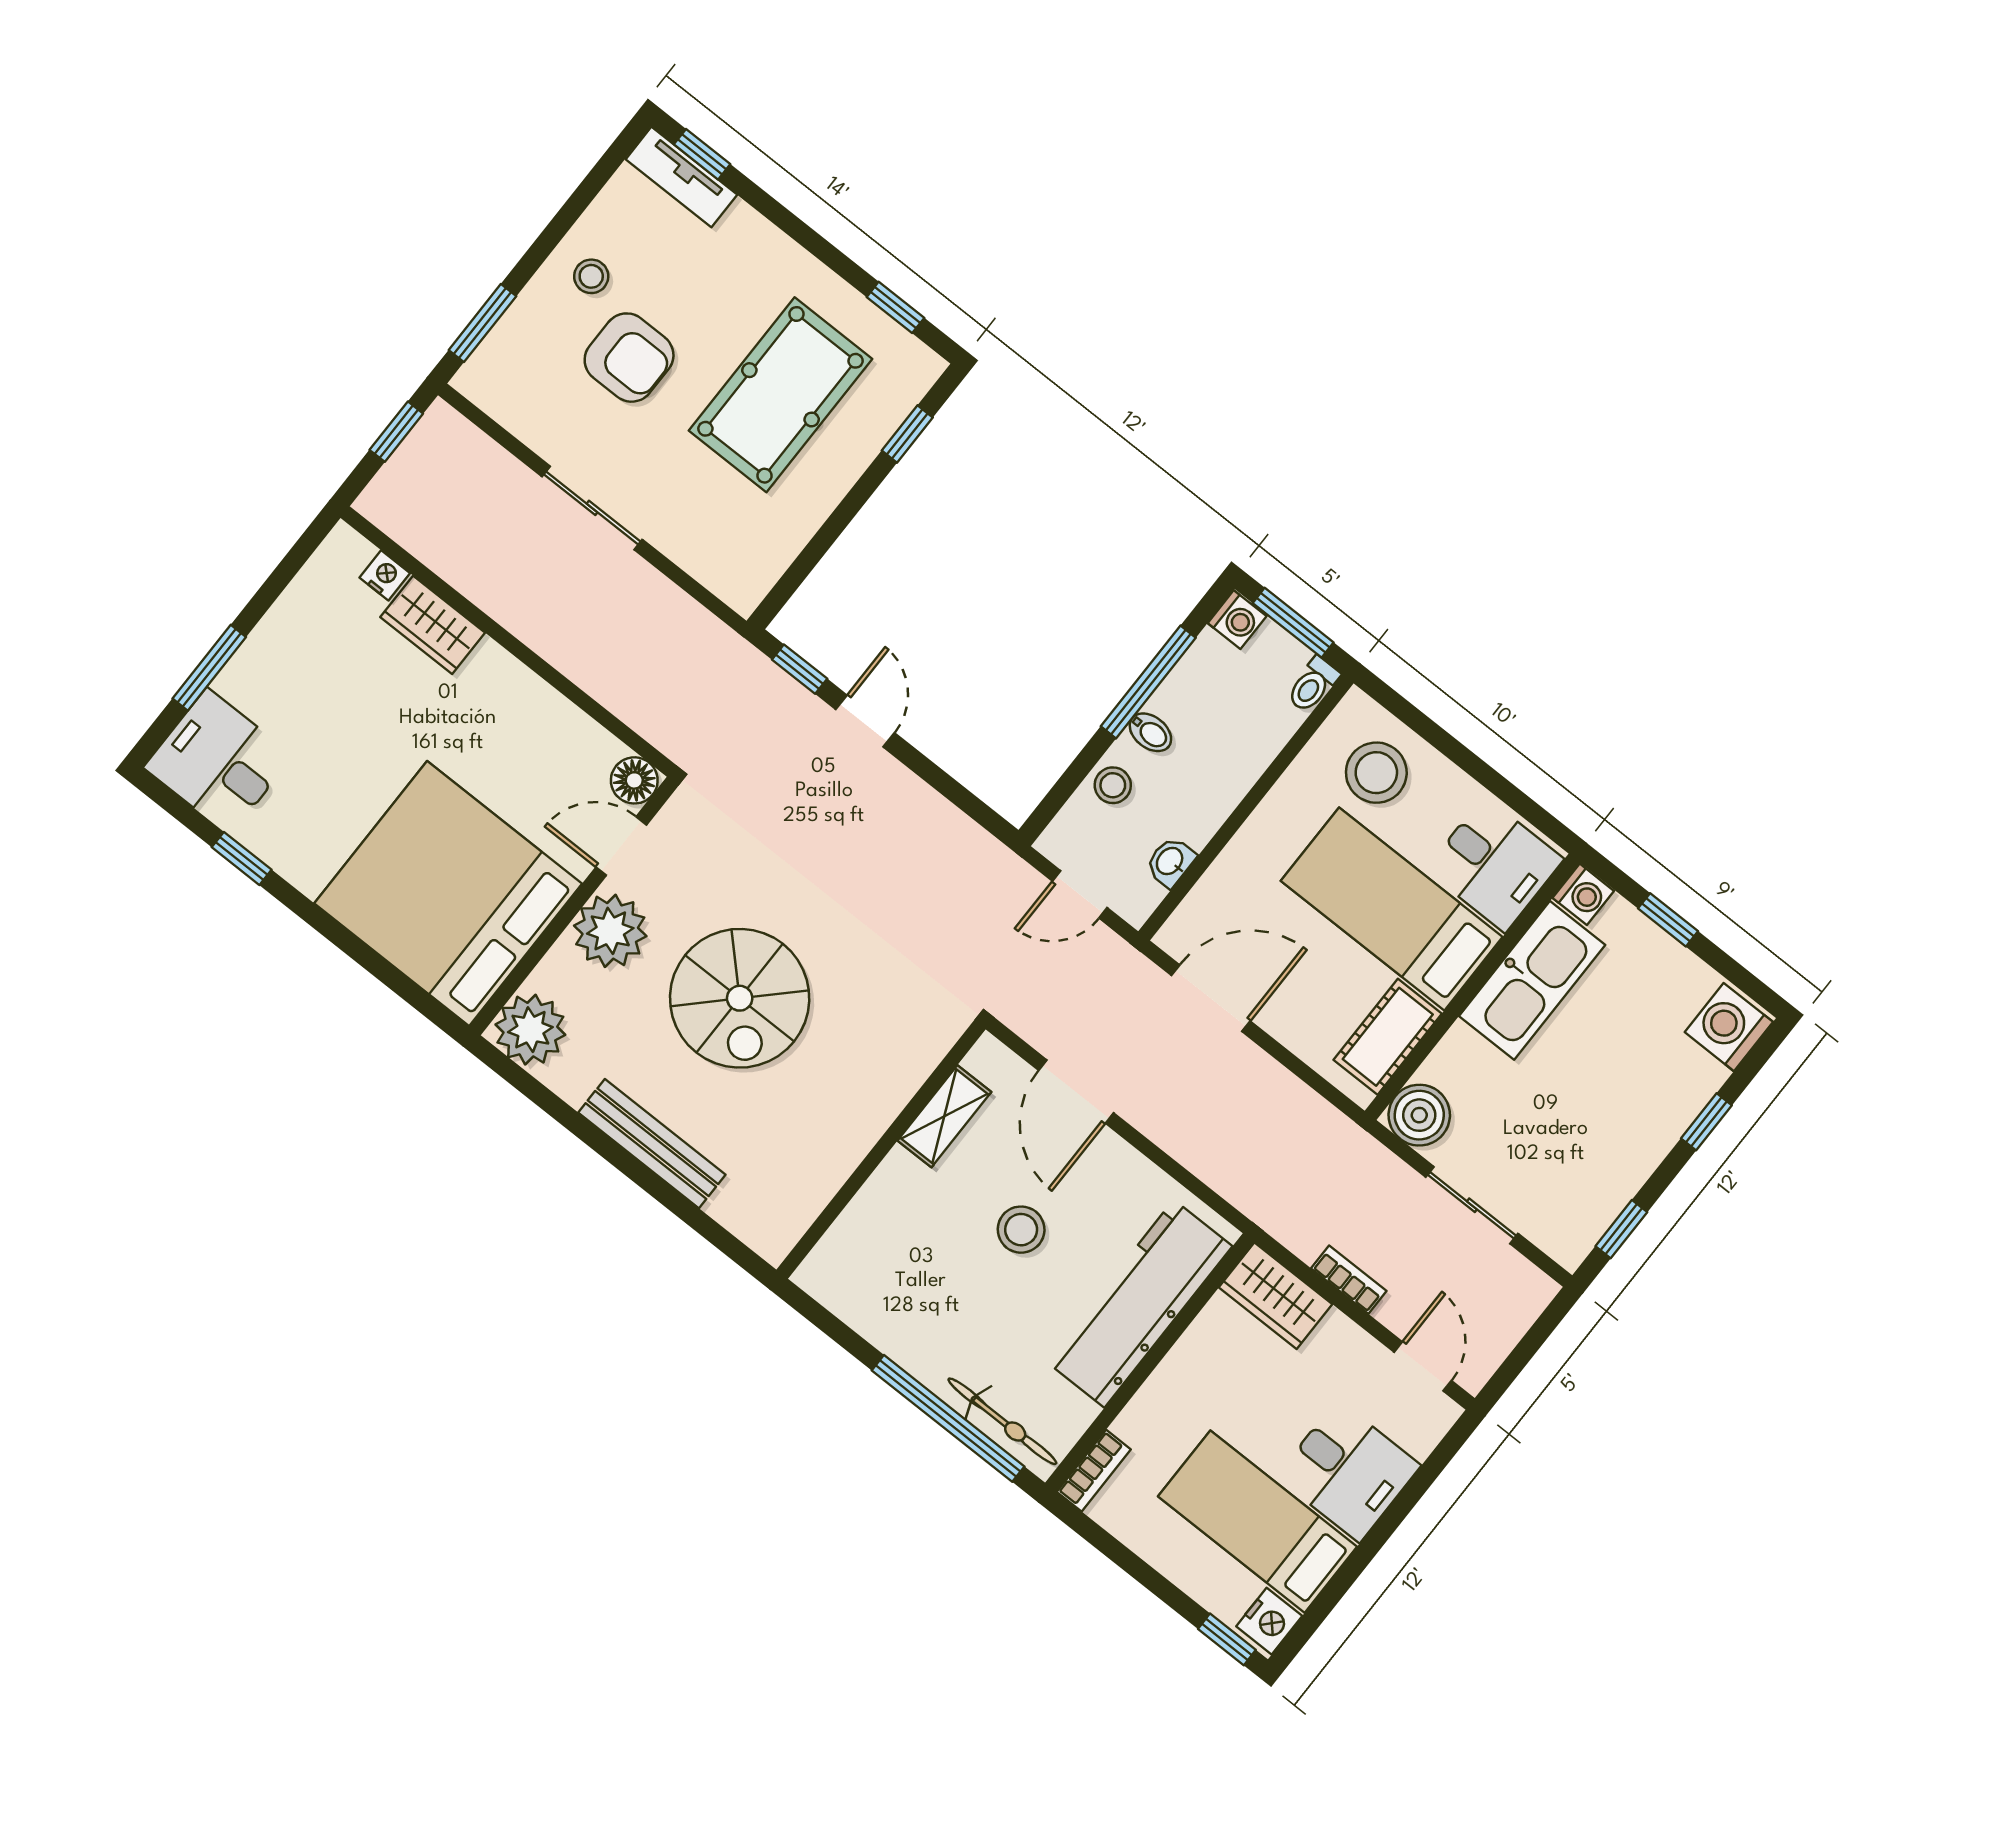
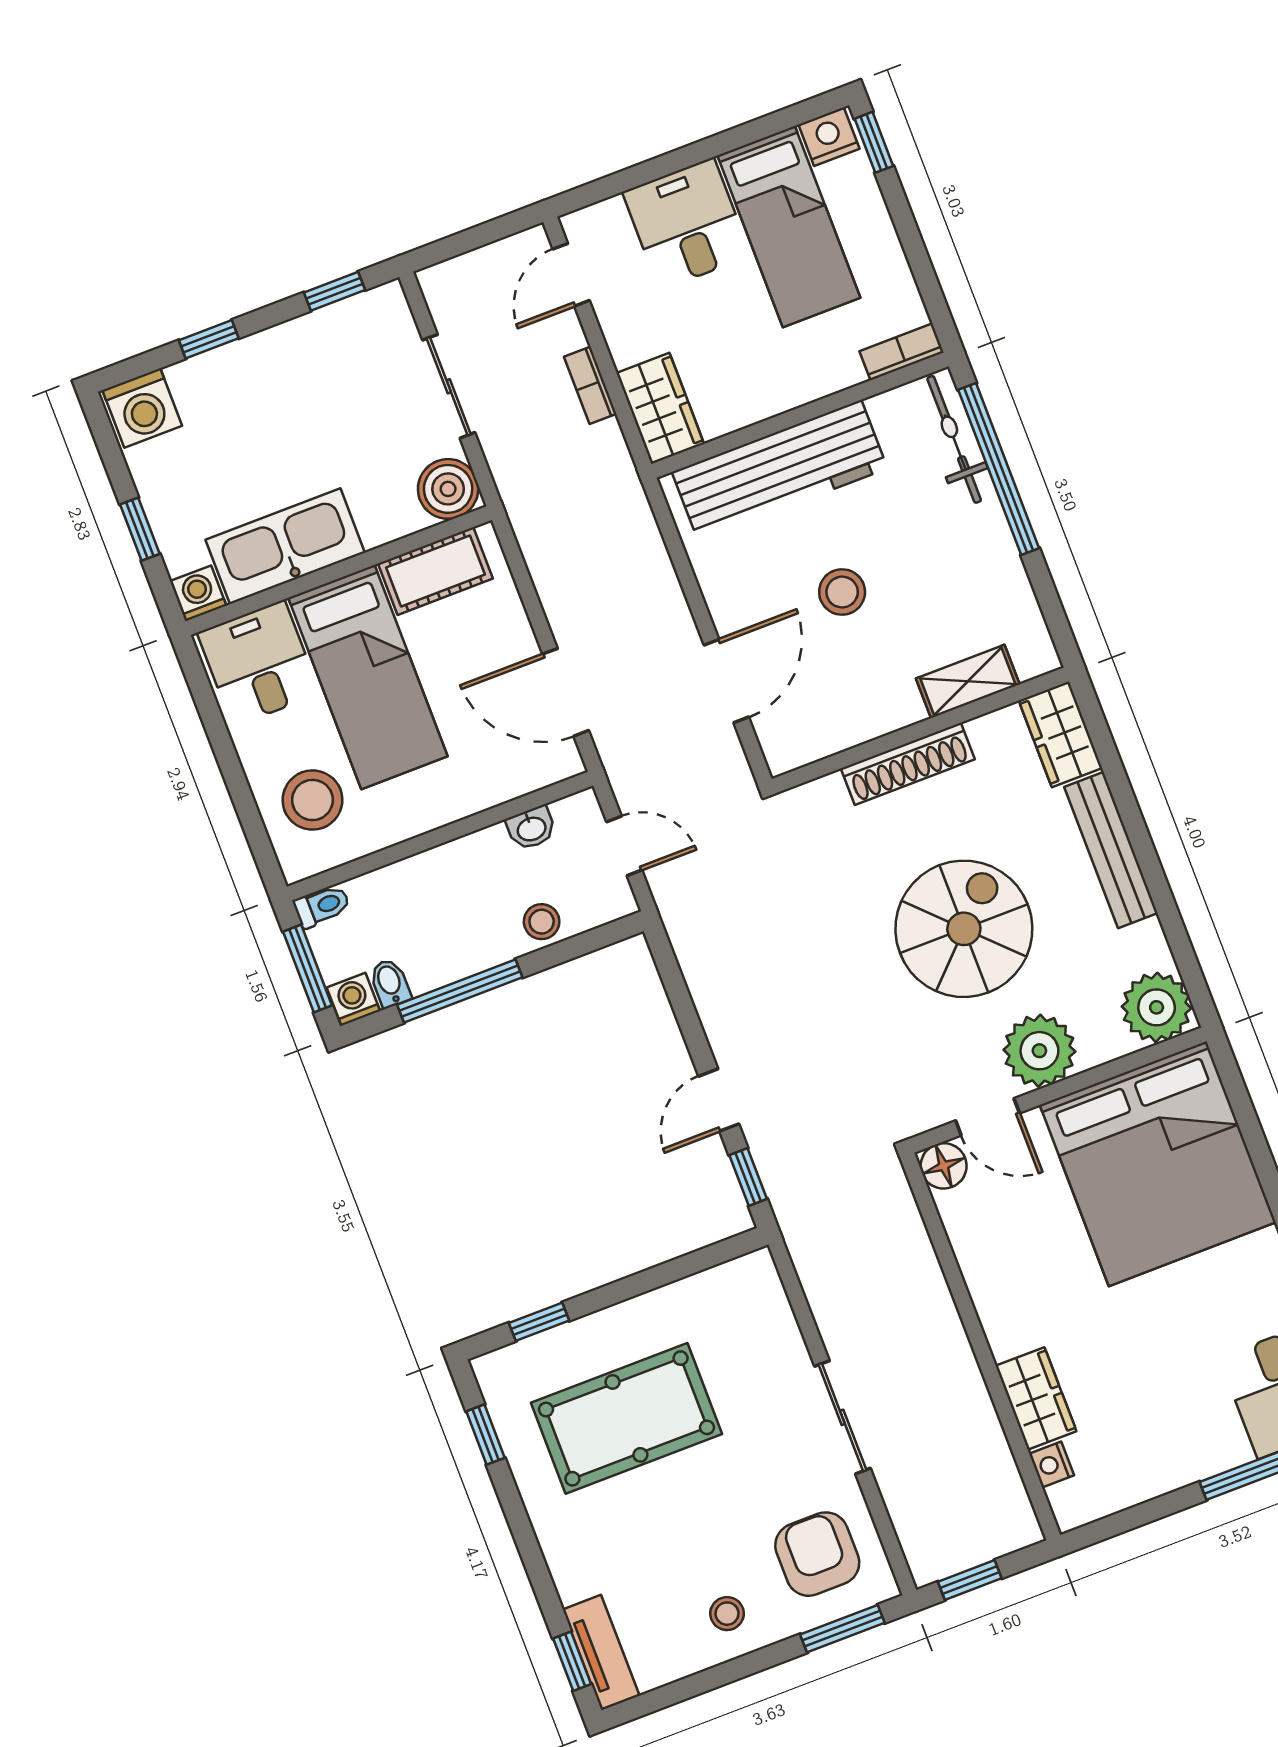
armchair: (629, 358) -> (817, 1554), moved
bidet: (1150, 732) -> (390, 983), moved
shoe rack: (874, 1113) -> (908, 764), added
shelving: (944, 1116) -> (968, 681), moved
wardrobe: (756, 1219) -> (1061, 734), added

